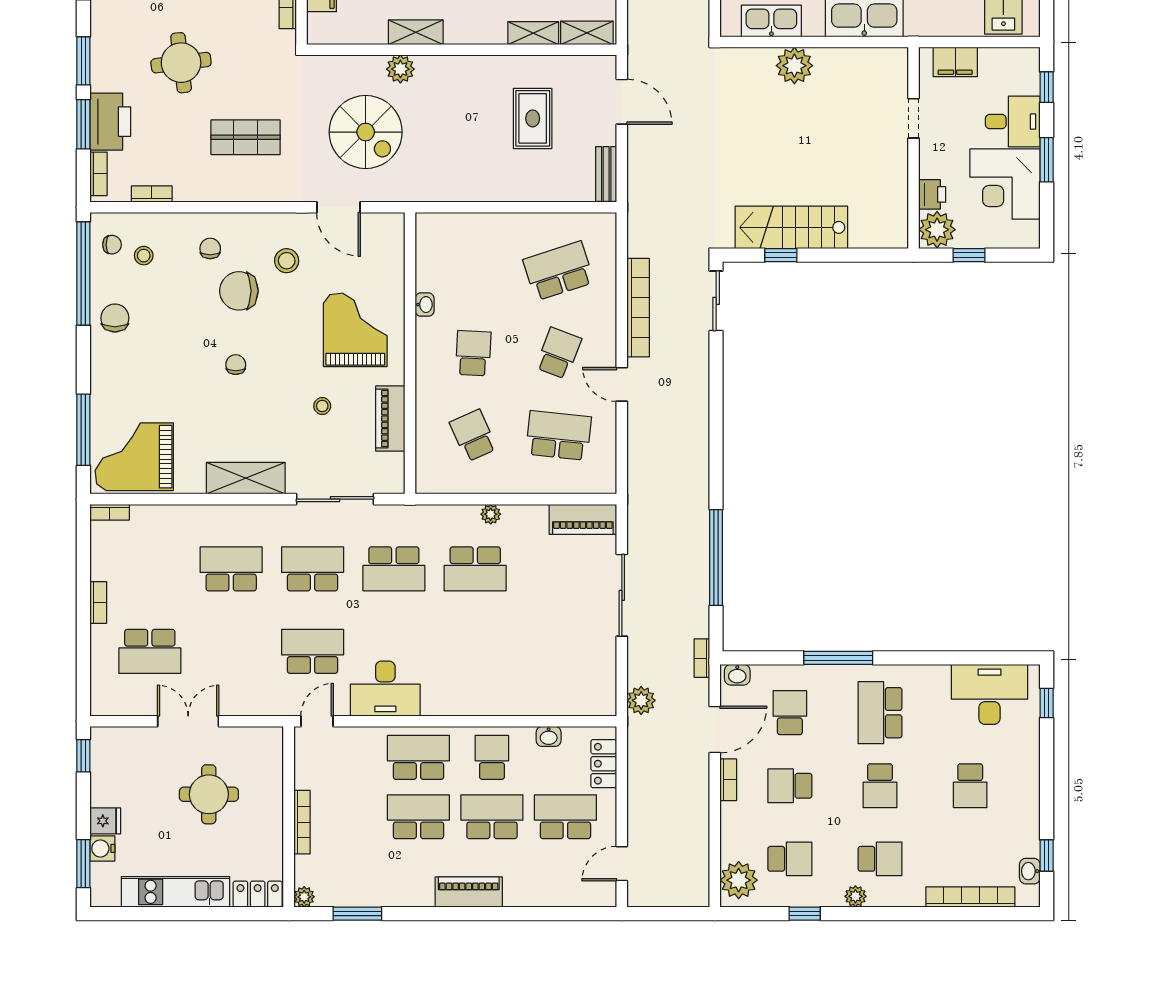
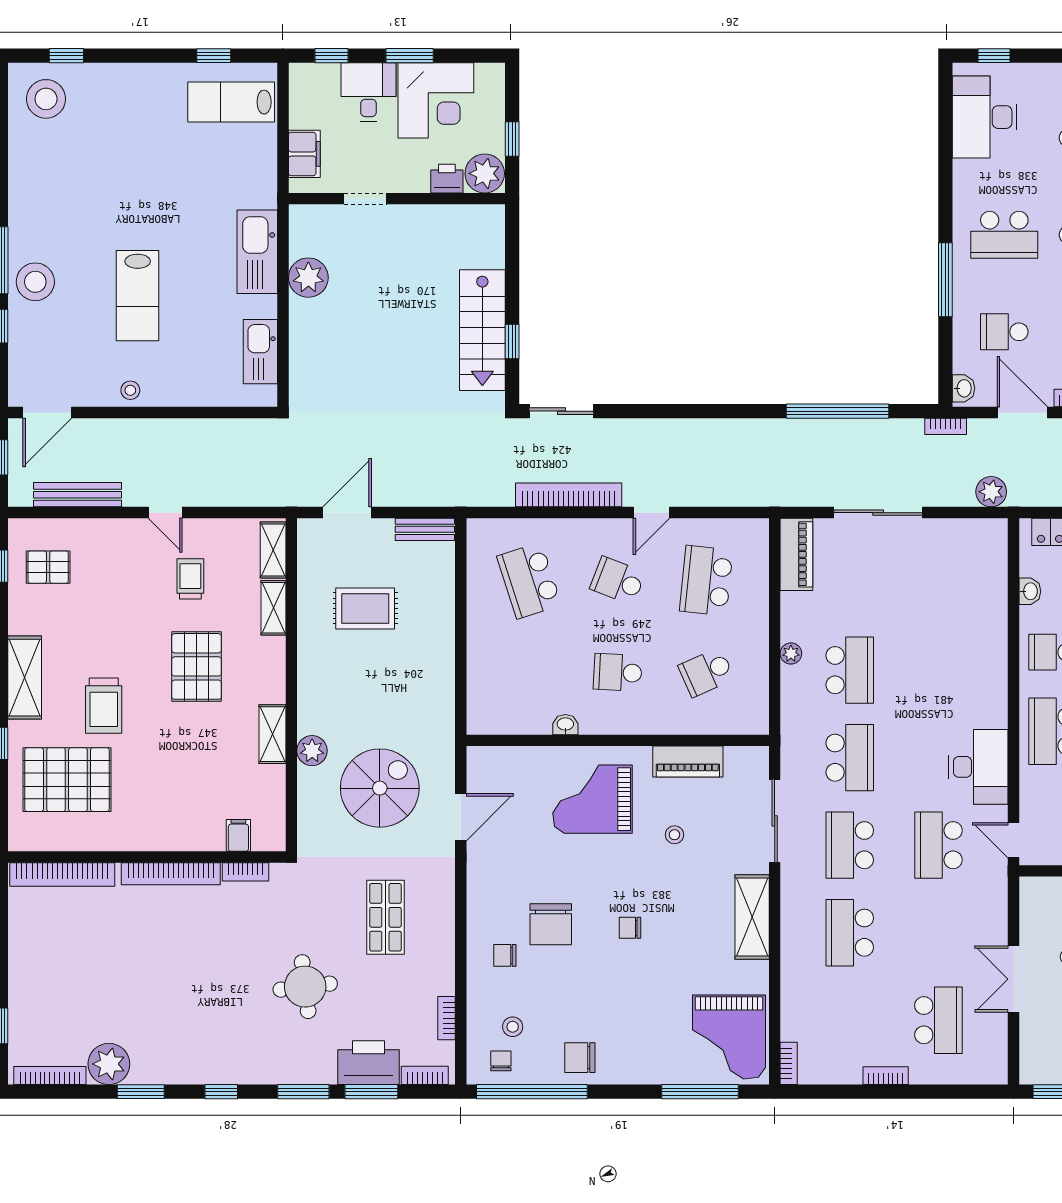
plant: (794, 66) -> (308, 278), moved
stool: (287, 261) -> (518, 873), removed

